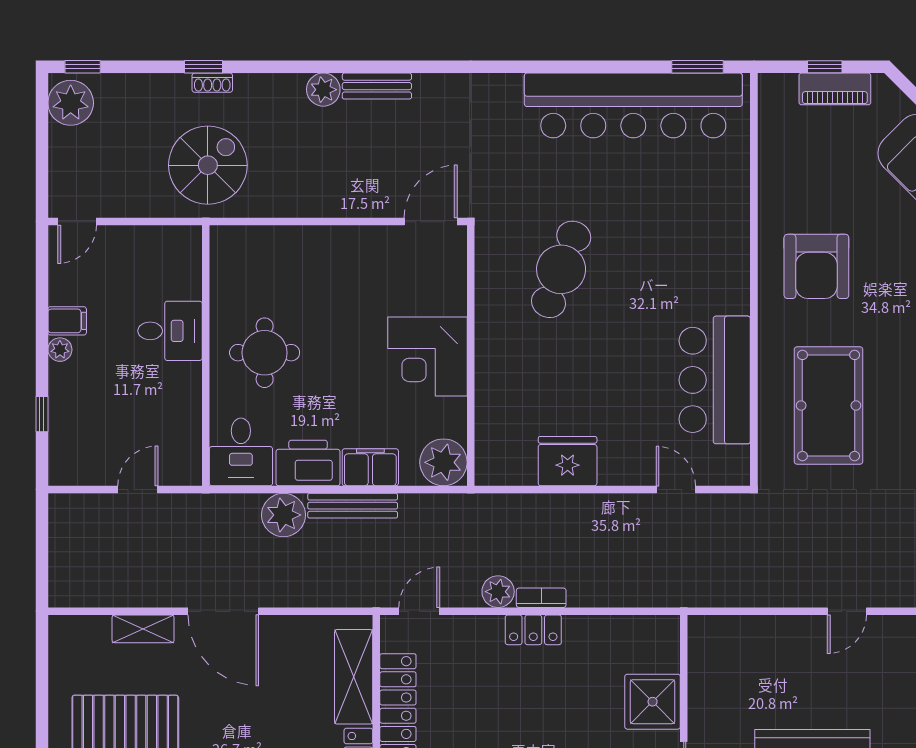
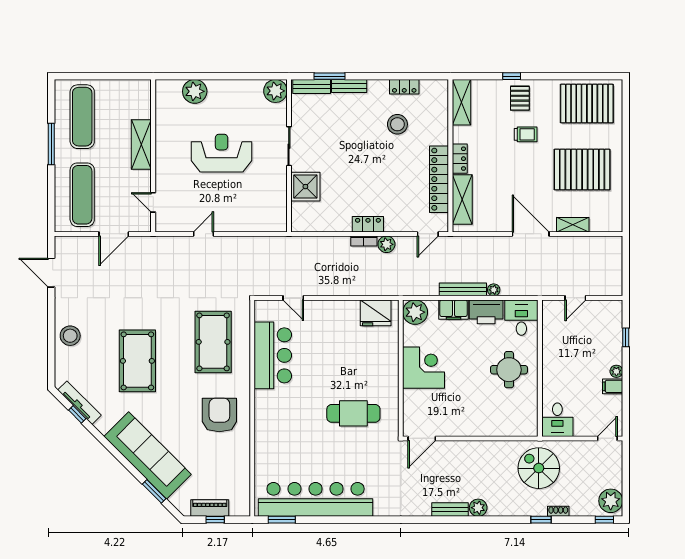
shoe rack: (212, 83) -> (558, 511), moved
spiral stairs: (208, 165) -> (539, 468), turned 90
cafe table: (561, 269) -> (353, 413), turned 69
desk: (170, 331) -> (557, 420), moved, turned -90
fridge: (568, 461) -> (376, 313), moved
plant: (283, 515) -> (494, 290), width x0.53, depth x0.53

